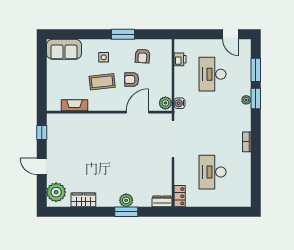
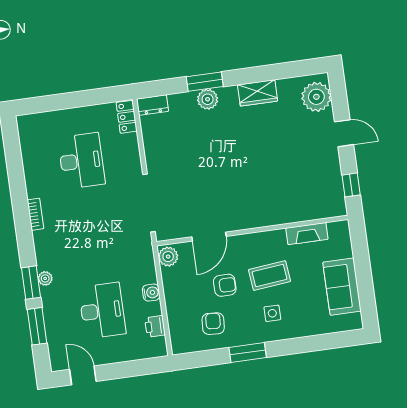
sofa: (64, 49) -> (342, 287), moved, turned -90
water cooler: (180, 103) -> (151, 293), moved
wardrobe: (83, 200) -> (258, 93), moved

